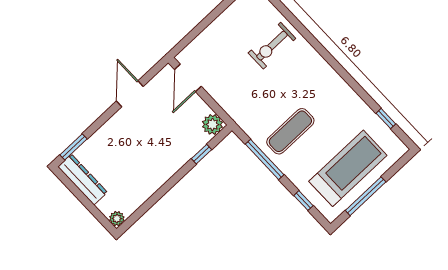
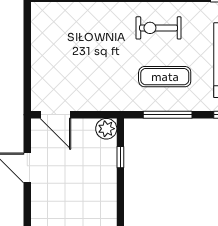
exercise bike: (272, 46) -> (159, 28), moved, turned 90
exercise mat: (290, 131) -> (165, 77), turned 90

